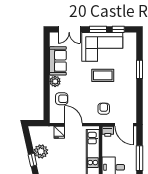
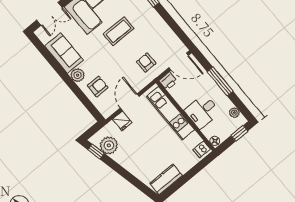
door: (73, 125) -> (130, 102), hinge flipped
plant: (41, 151) -> (109, 145), moved
window: (32, 160) -> (96, 151), moved

